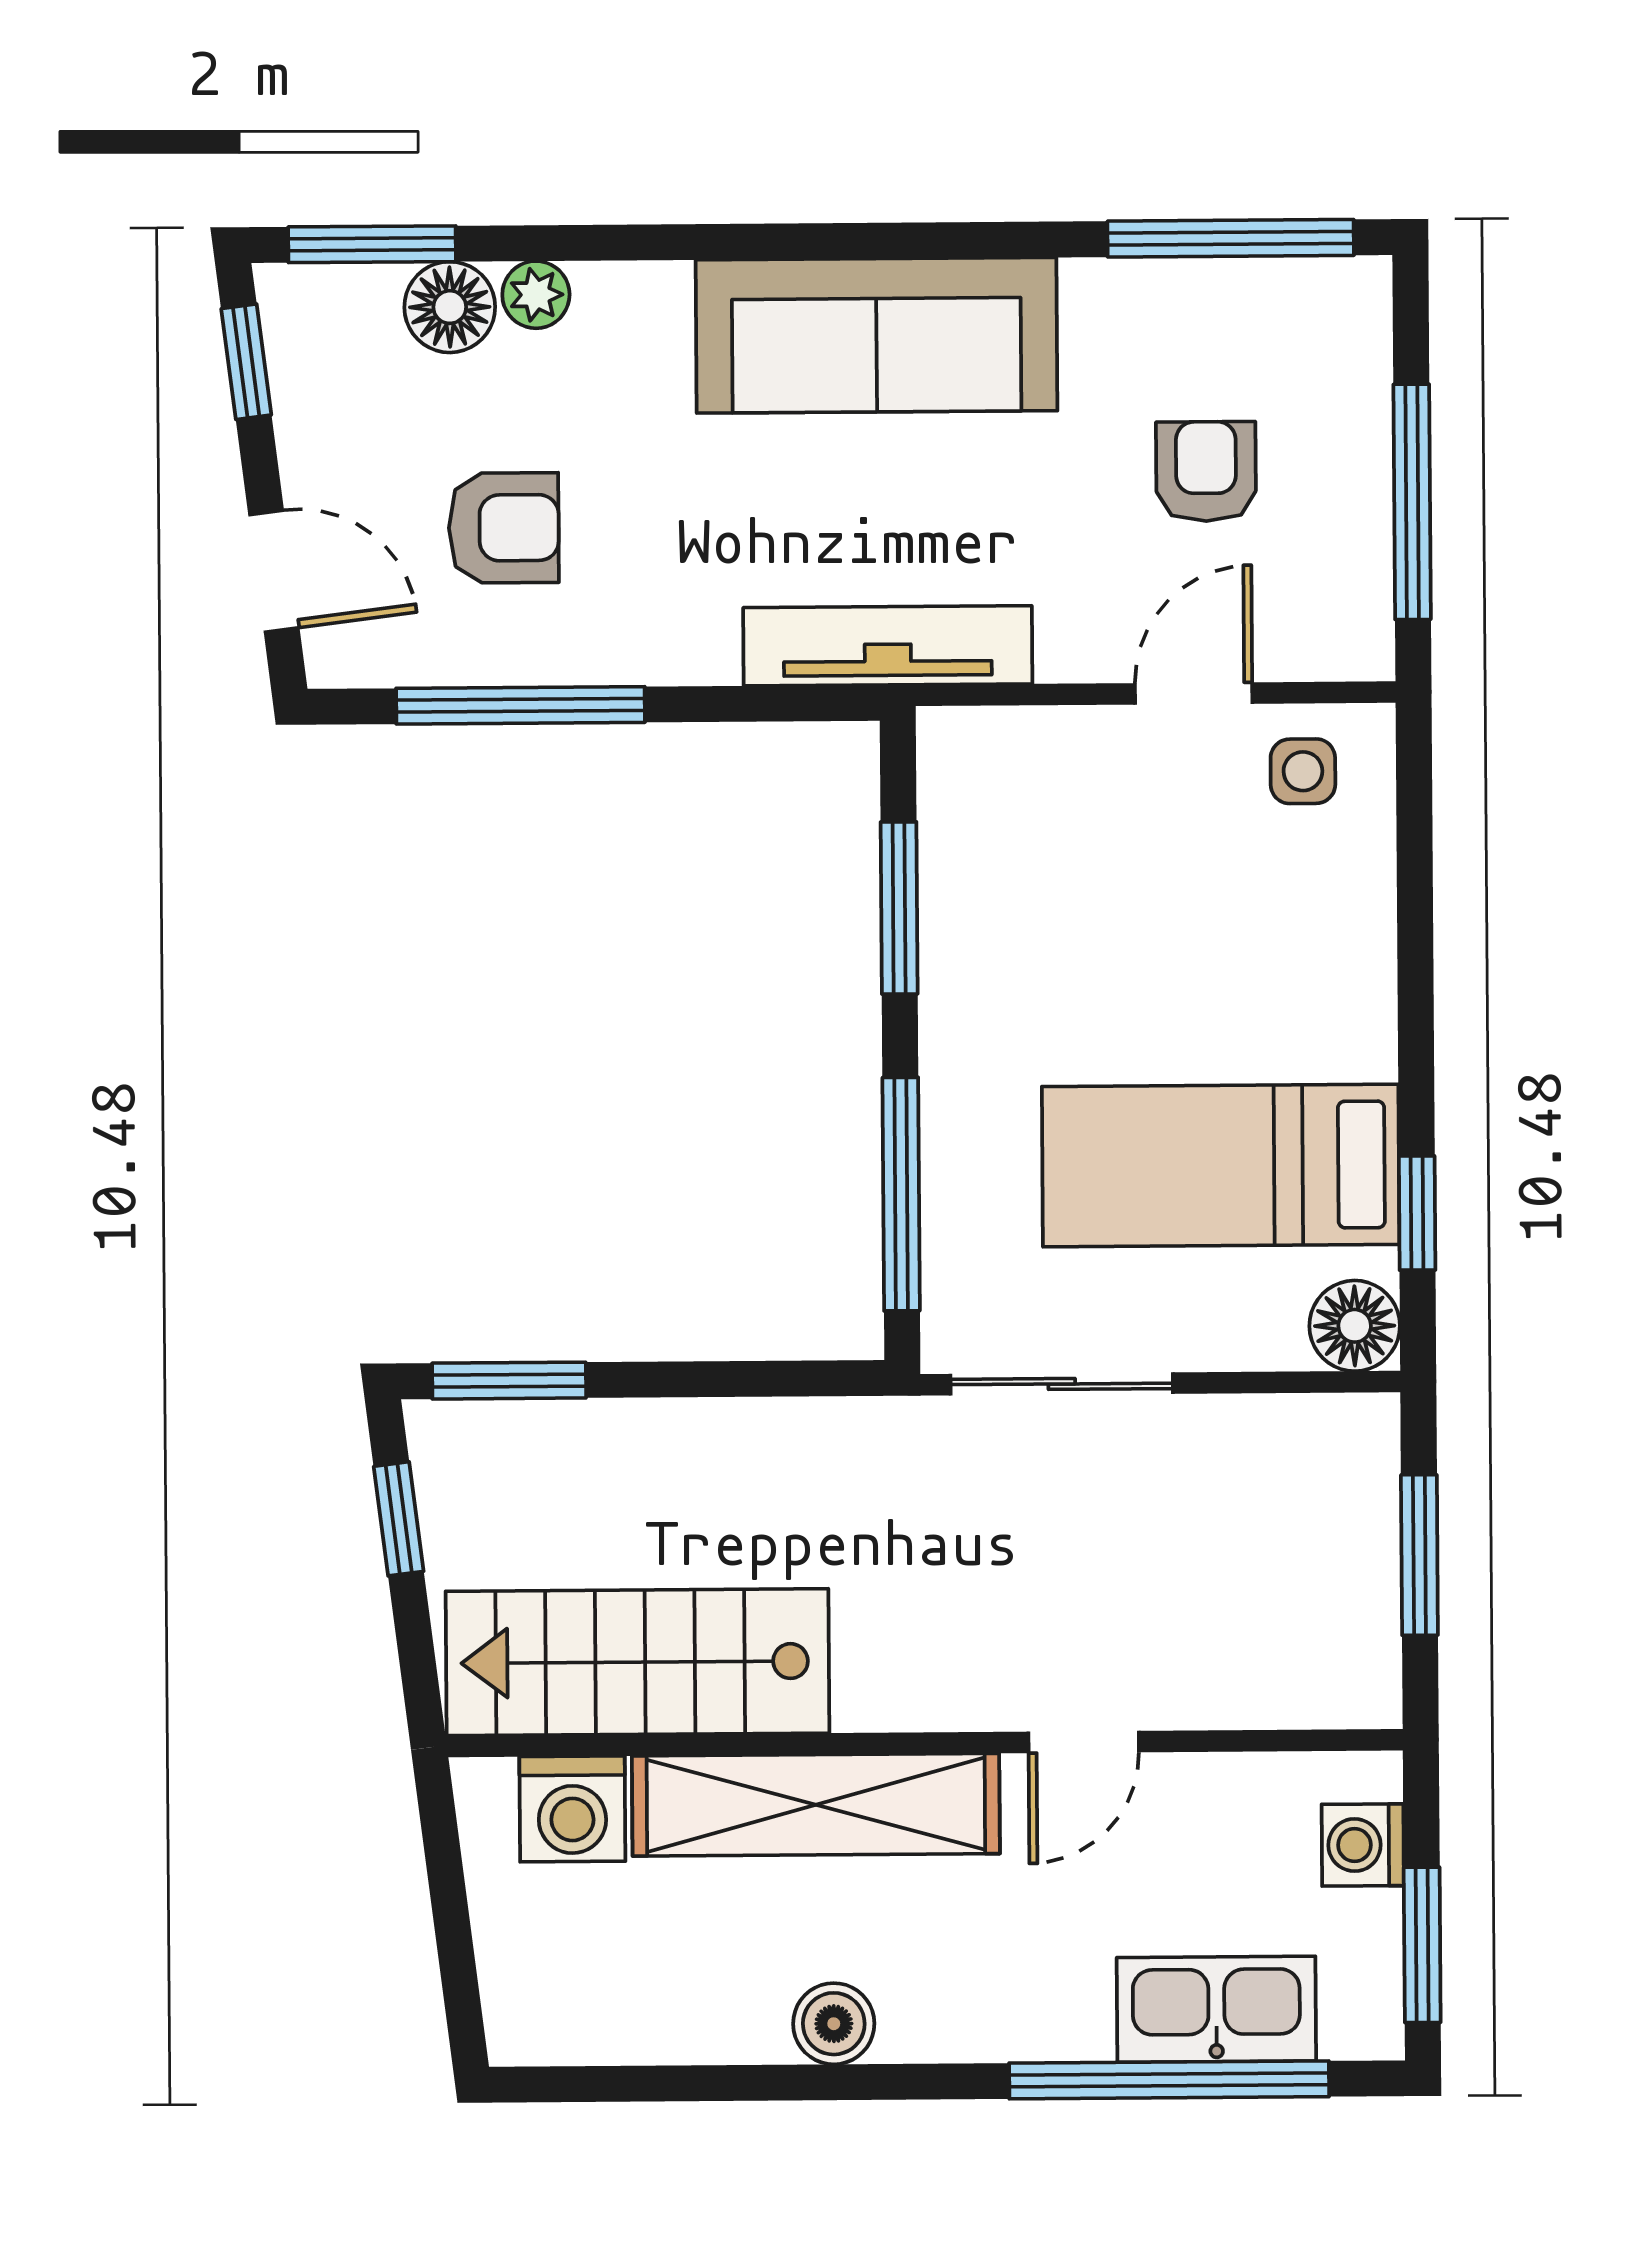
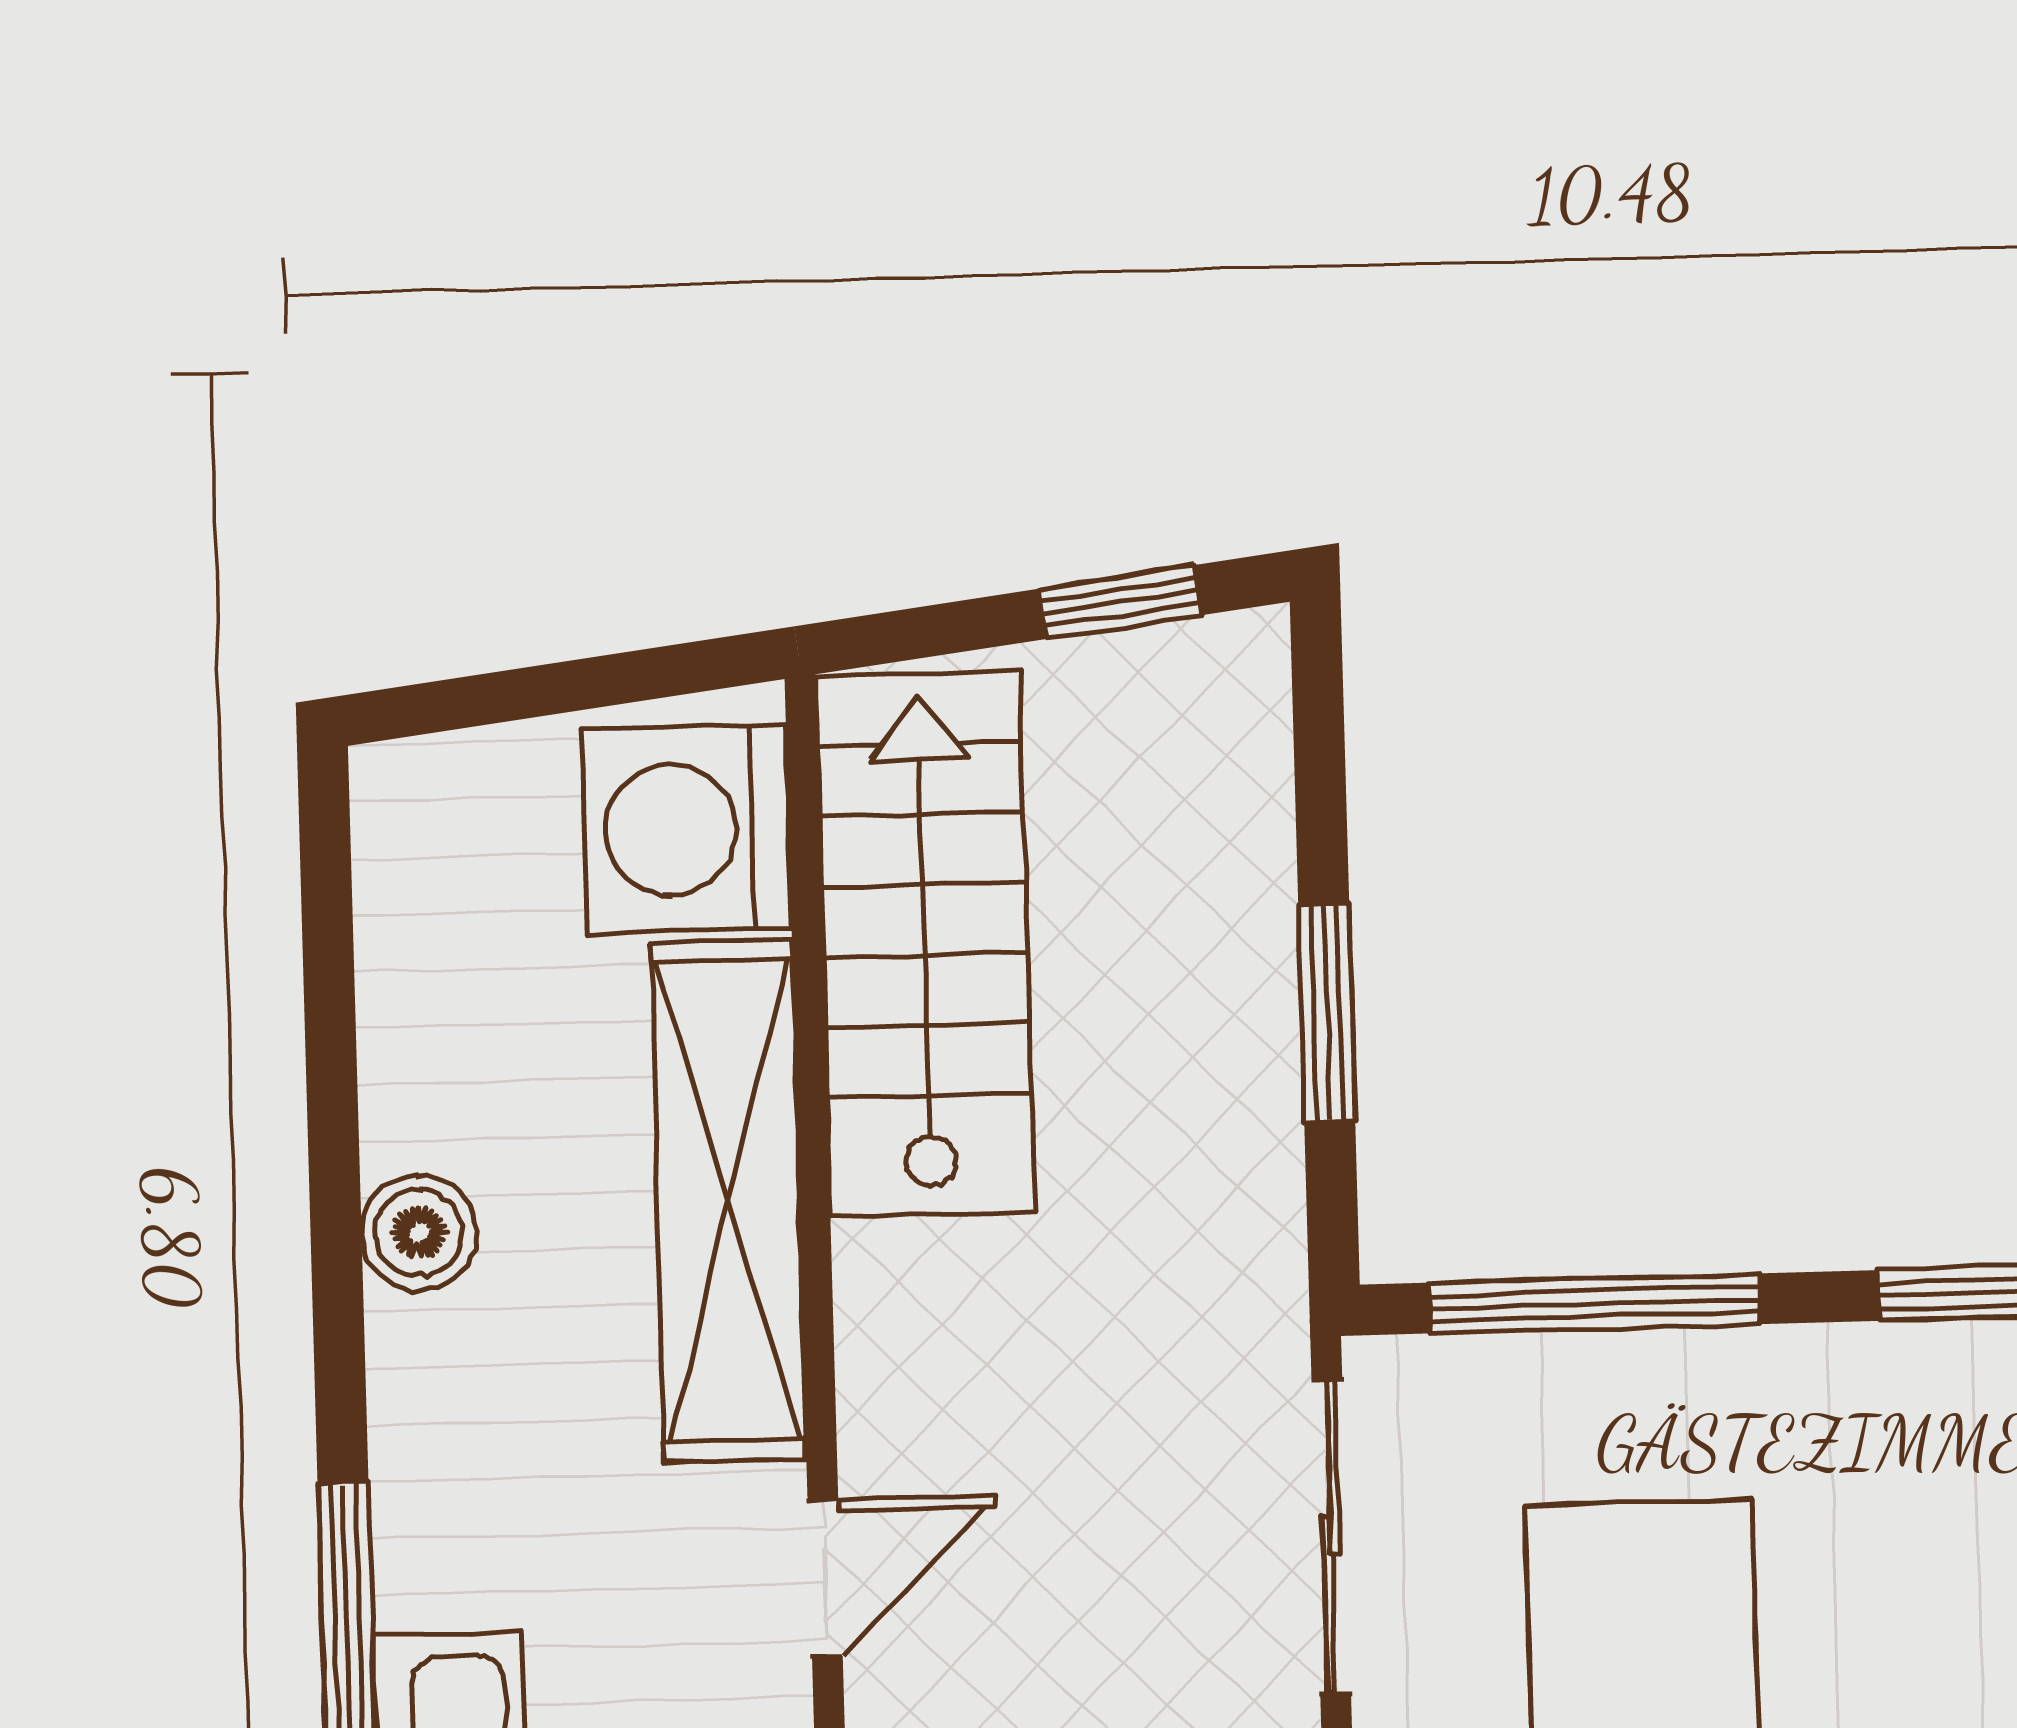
window: (509, 1381) -> (1327, 1013), moved
door: (1084, 1742) -> (825, 1578), swing flipped
washing machine: (572, 1809) -> (687, 830), width x1.37, depth x1.37

